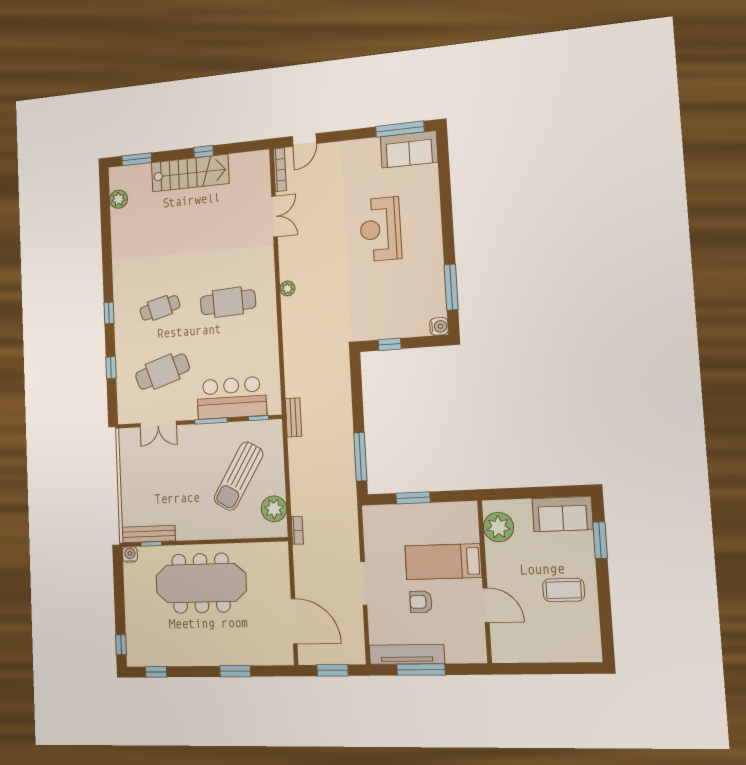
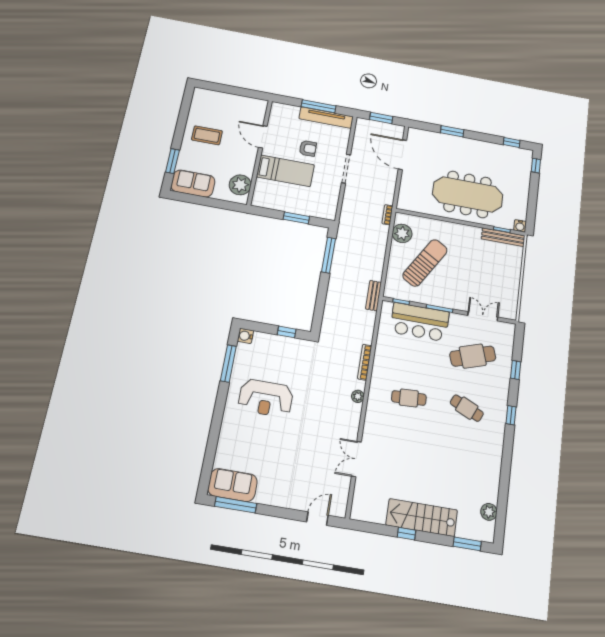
bookcase: (280, 170) -> (365, 362), moved
reception desk: (380, 229) -> (266, 398), moved, turned 90
cafe table: (228, 302) -> (409, 398), width x0.73, depth x0.74
cafe table: (160, 308) -> (467, 408), turned 39

